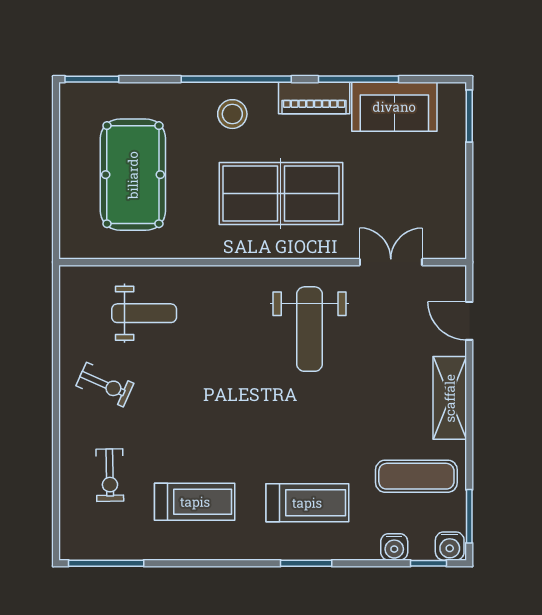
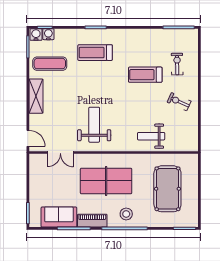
weight bench: (144, 313) -> (151, 136), moved
door: (469, 321) -> (28, 138), moved
treadmill: (195, 502) -> (145, 75), moved
water cooler: (394, 547) -> (48, 34), moved

